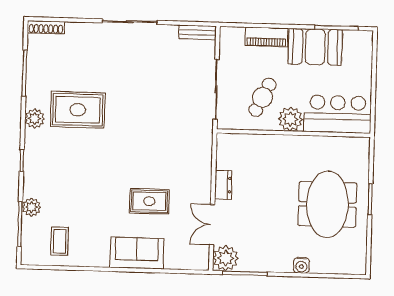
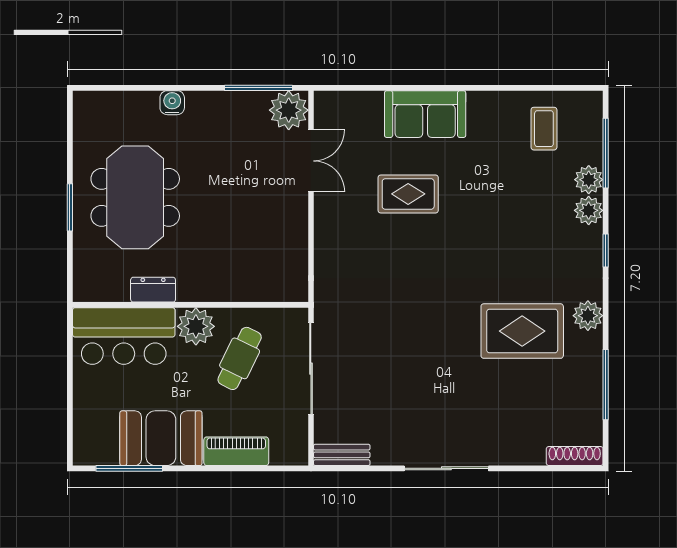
dresser: (223, 185) -> (153, 290), moved, turned 90
plant: (32, 187) -> (589, 210), added

